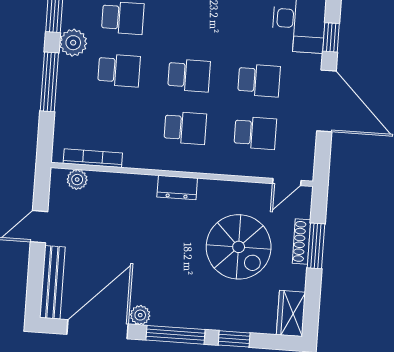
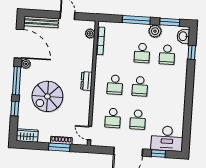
spiral stairs: (239, 247) -> (47, 96), moved

